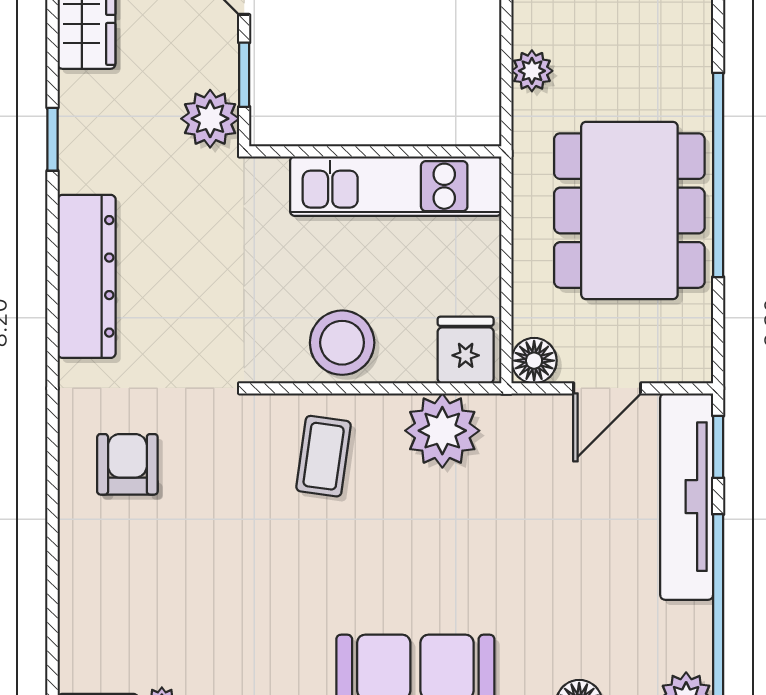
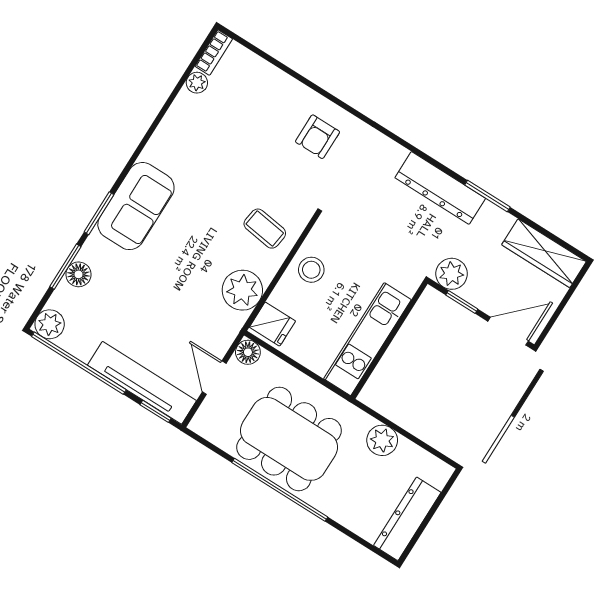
plant: (532, 71) -> (382, 440), width x1.38, depth x1.38
window: (52, 139) -> (487, 196), width x1.50
dresser: (87, 276) -> (440, 188), moved
stool: (342, 343) -> (311, 270), width x0.73, depth x0.73
armchair: (127, 464) -> (317, 137), turned 90

